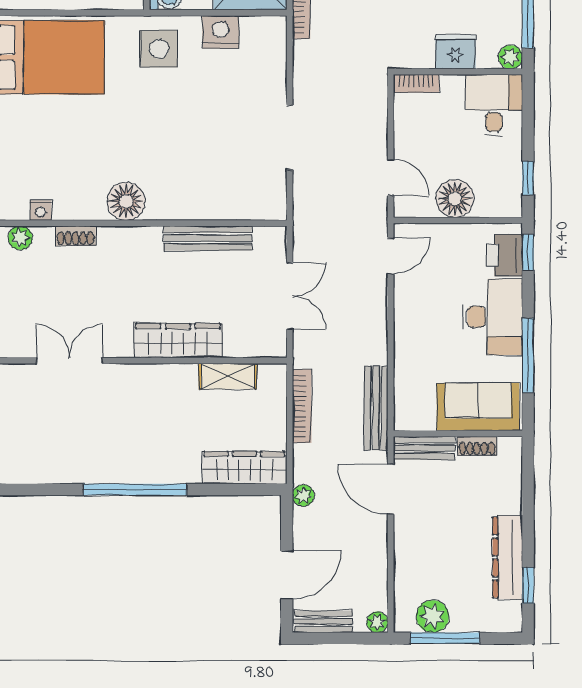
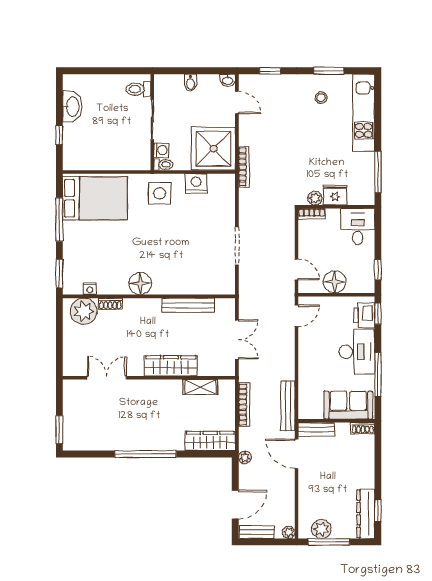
plant: (511, 57) -> (315, 198), moved
plant: (20, 238) -> (84, 311), width x1.87, depth x1.87
shoe rack: (477, 446) -> (363, 428), moved
dresser: (507, 557) -> (366, 514), moved

